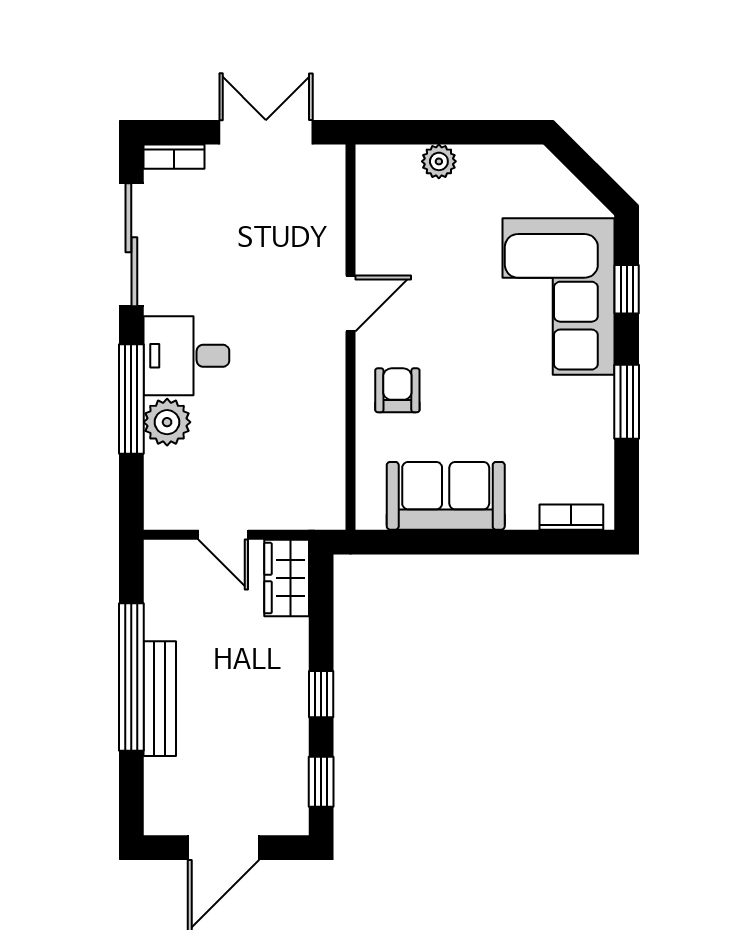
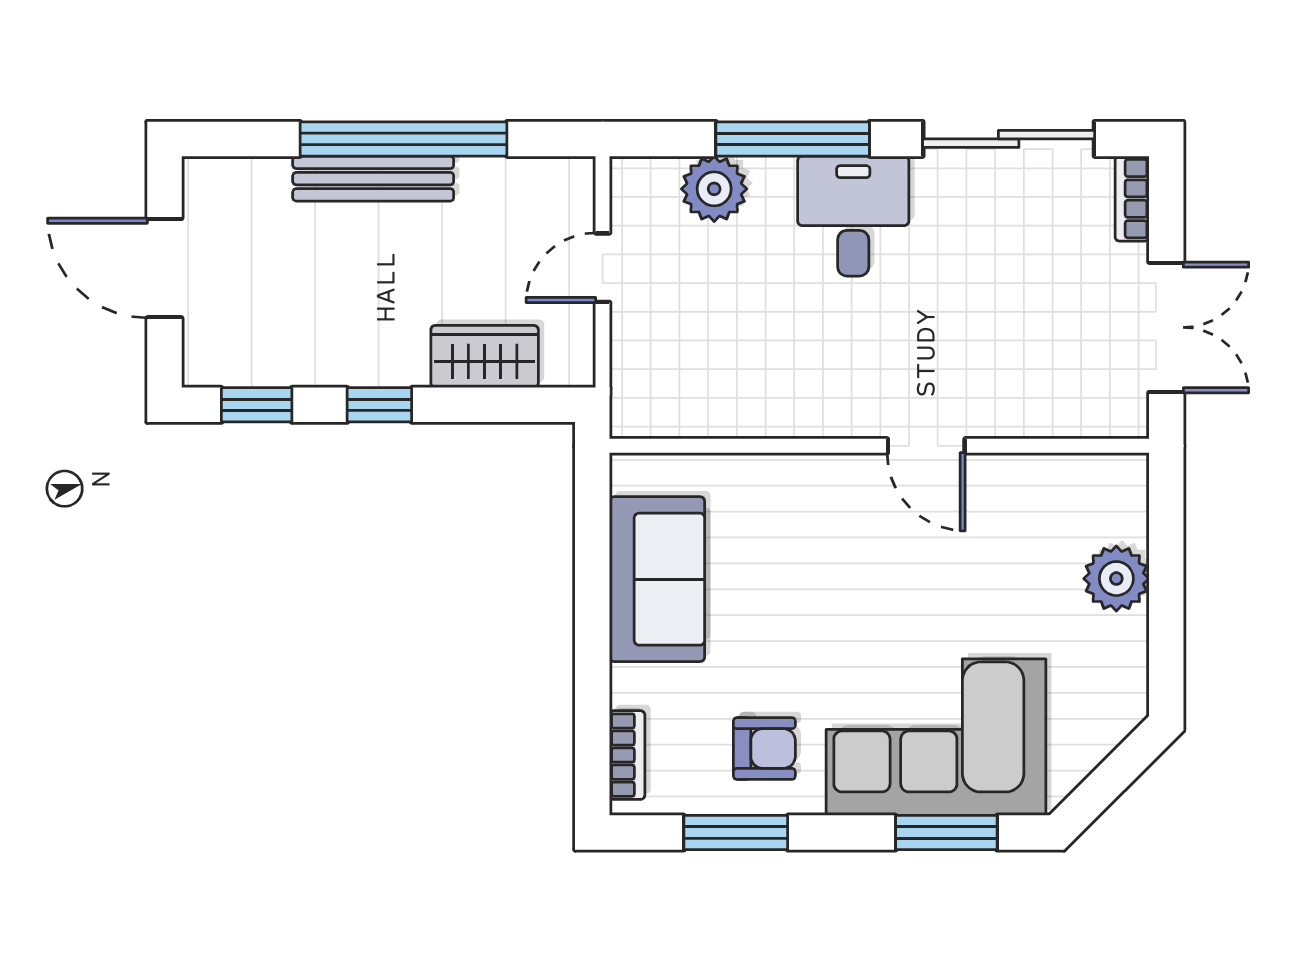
plant: (439, 161) -> (1116, 579), width x1.38, depth x1.38
window: (627, 289) -> (946, 833), width x1.50
armchair: (397, 390) -> (764, 749), moved
window: (627, 402) -> (736, 833), moved
plant: (167, 422) -> (714, 189), moved
wardrobe: (287, 578) -> (485, 356), moved

